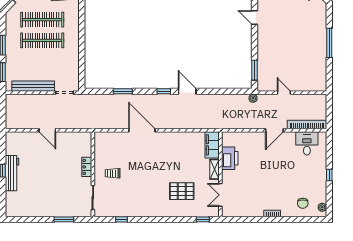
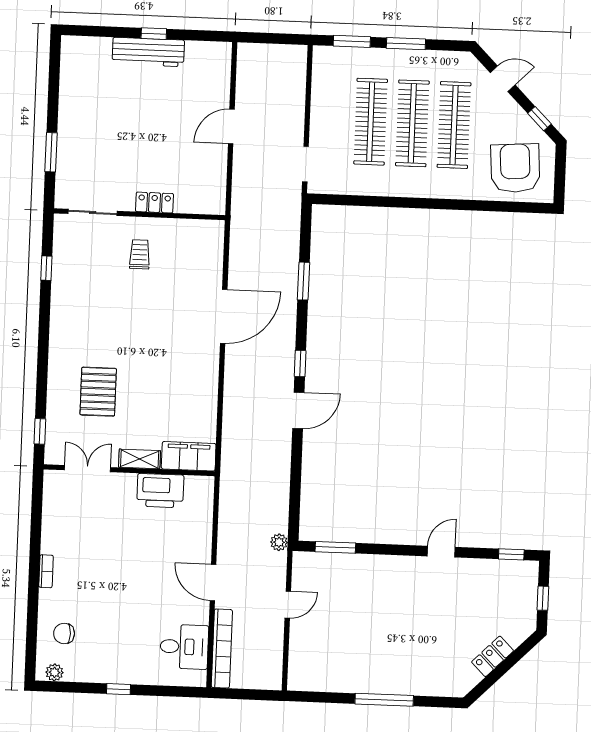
clothes rail: (42, 61) -> (371, 122), added
bench: (33, 86) -> (321, 102), removed

